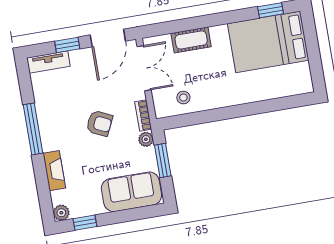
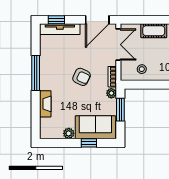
window: (67, 45) -> (56, 20), moved
tv unit: (48, 62) -> (60, 29), width x1.41
plant: (61, 213) -> (69, 133), moved
window: (85, 223) -> (89, 143), moved

